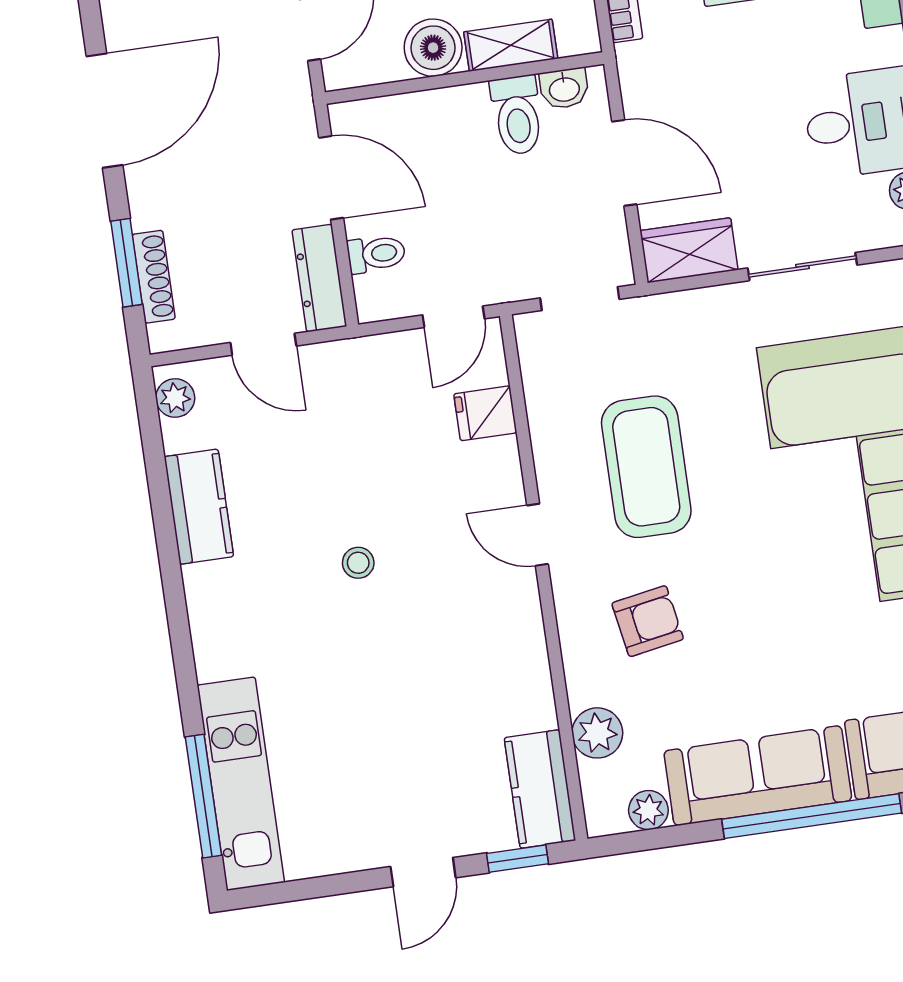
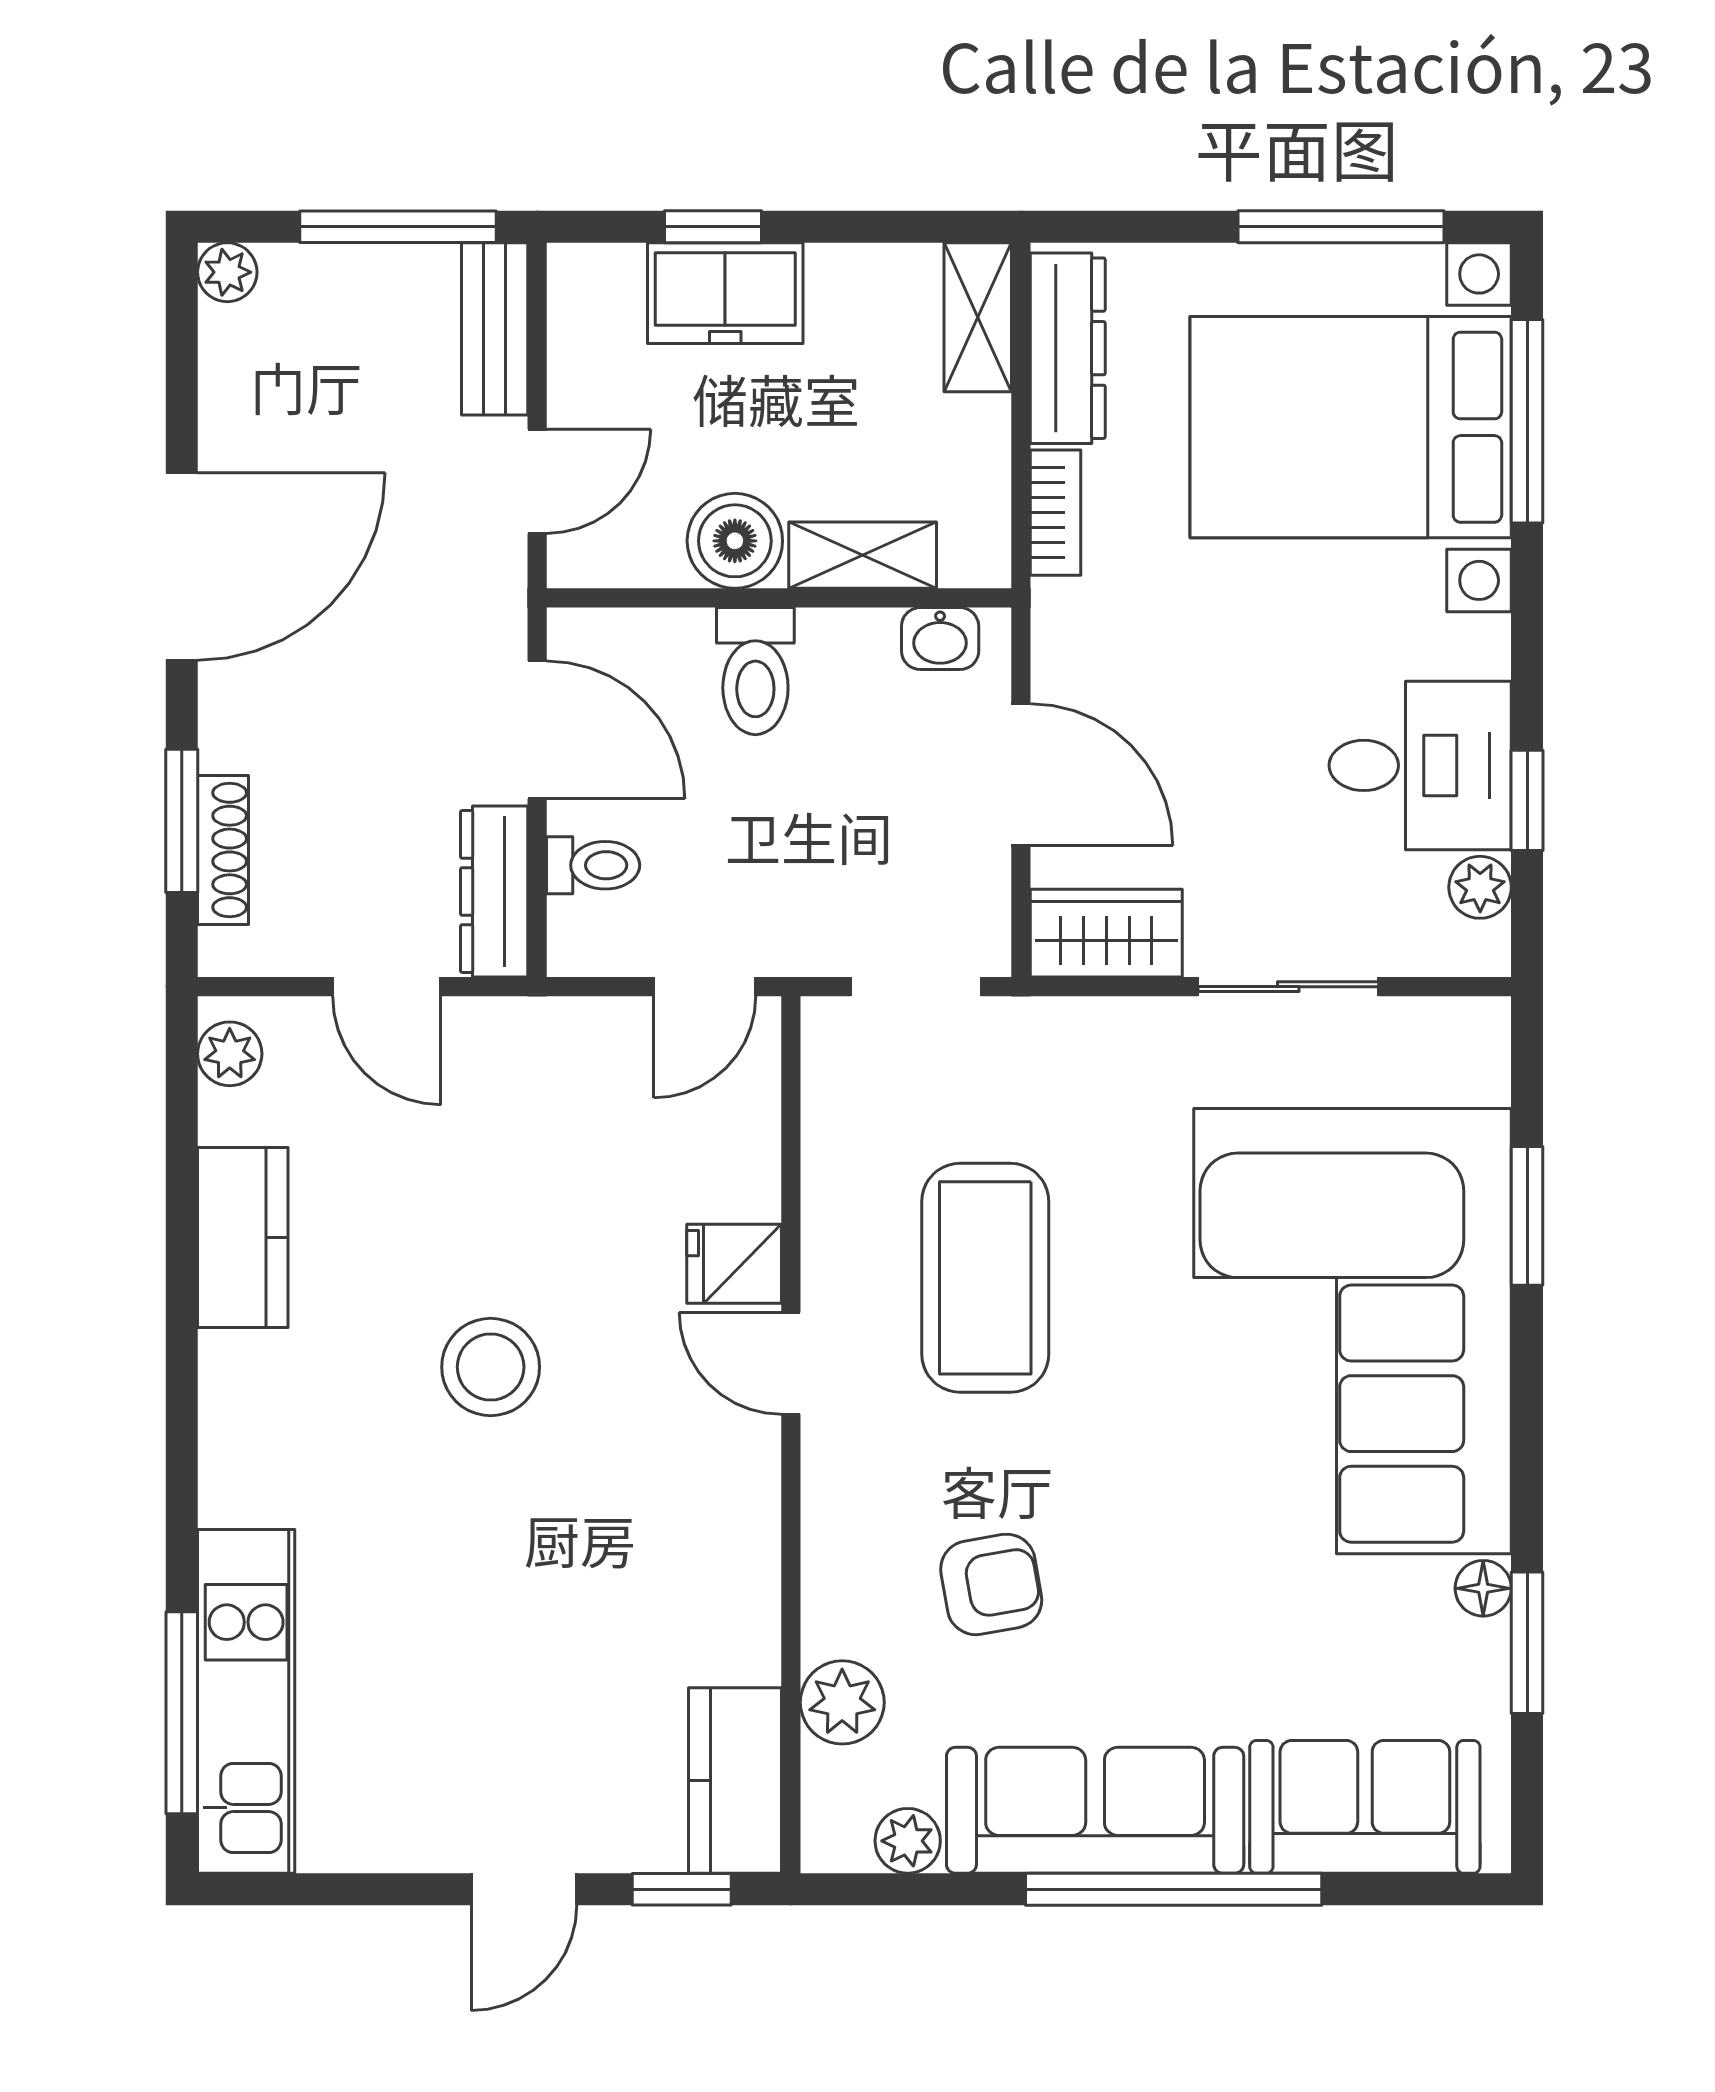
toilet: (517, 115) -> (755, 671), moved
fridge: (485, 413) -> (734, 1264), moved
stool: (358, 563) -> (491, 1367), width x1.89, depth x1.89
armchair: (648, 621) -> (991, 1584), moved

